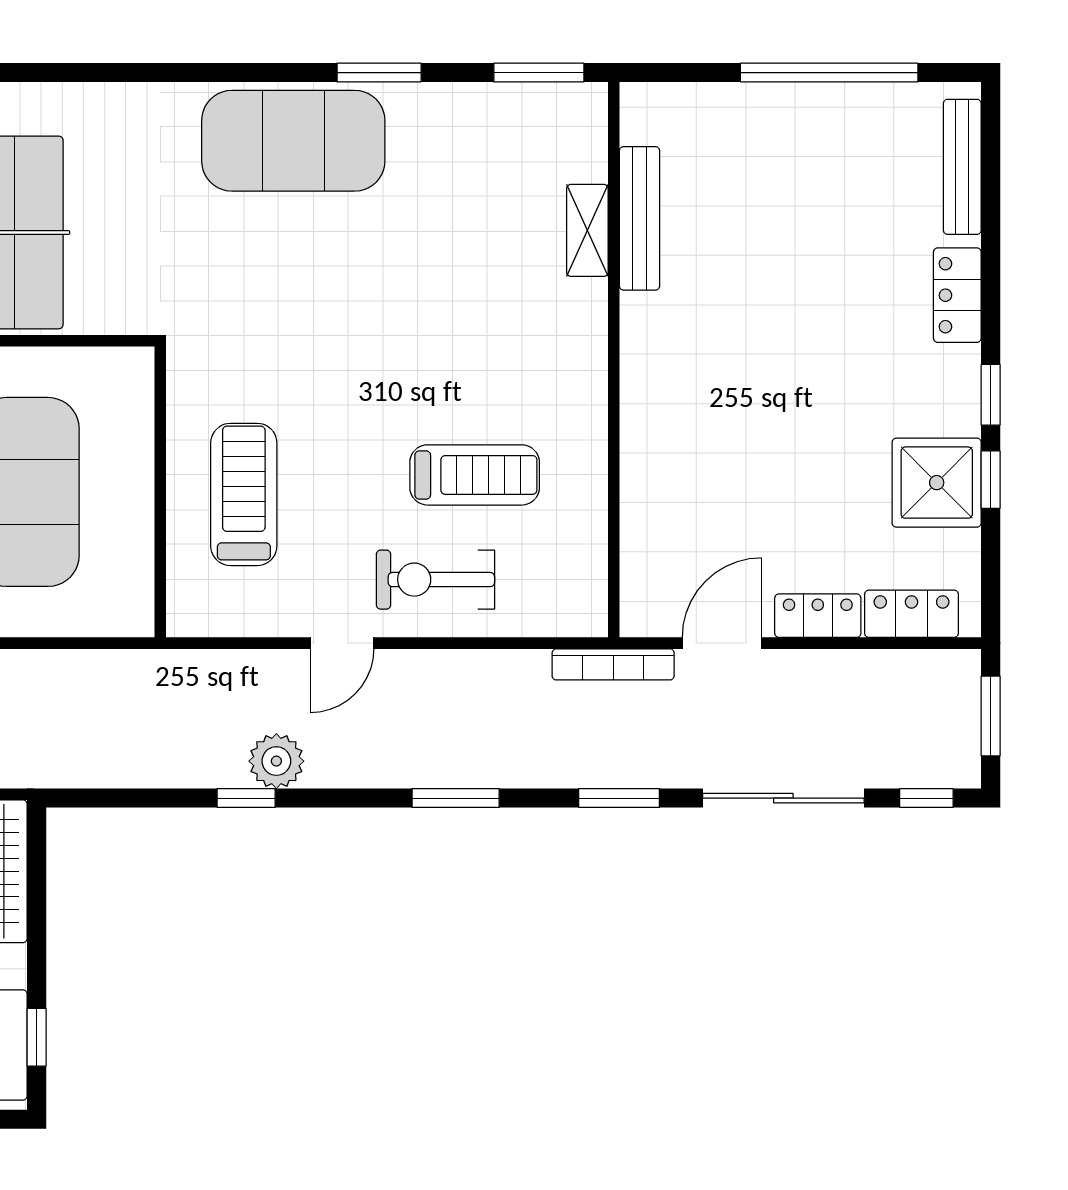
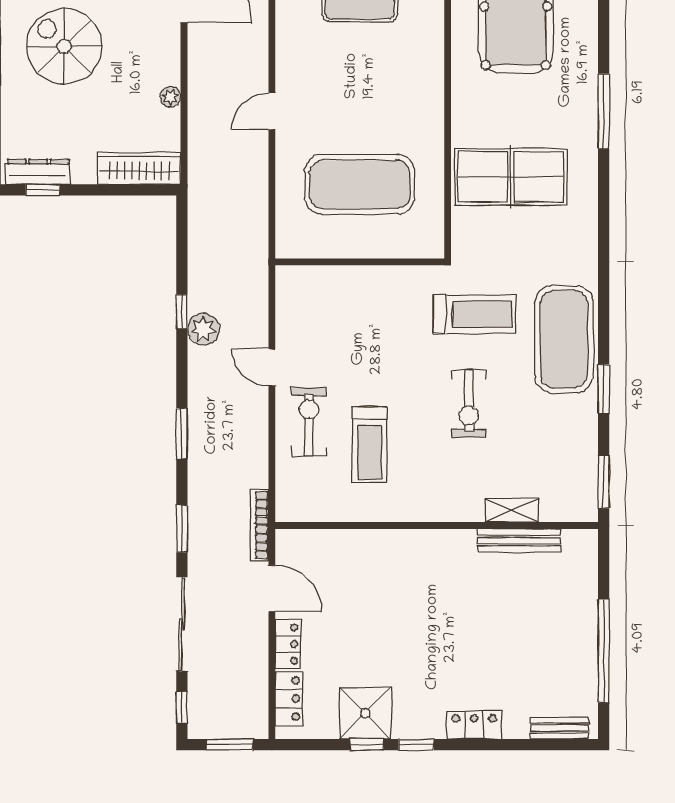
bench: (962, 167) -> (559, 728), width x0.73
exercise bike: (404, 304) -> (469, 403), added
treadmill: (244, 494) -> (474, 314), moved

